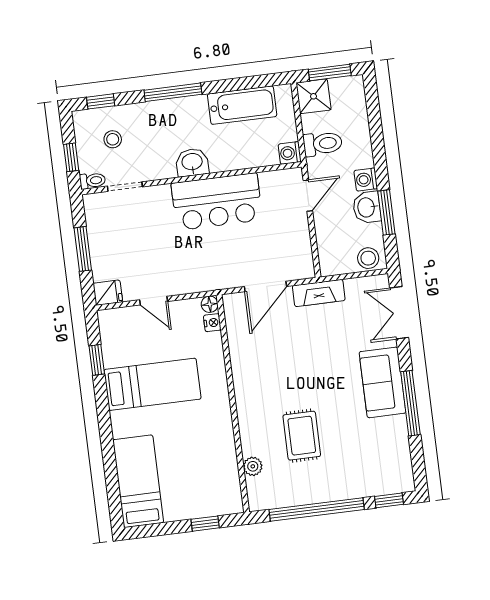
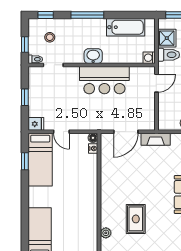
shower: (313, 96) -> (167, 38), moved
window: (83, 249) -> (25, 97), width x0.67
bed: (152, 384) -> (40, 160), moved, turned 90

